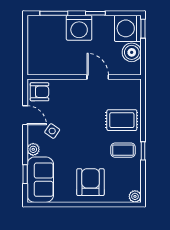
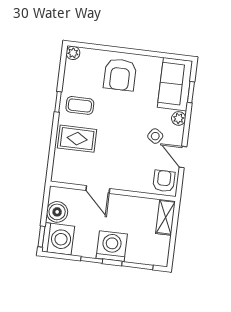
shelving: (34, 59) -> (166, 217), added
armchair: (40, 92) -> (164, 181), turned 90

